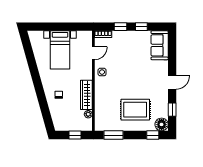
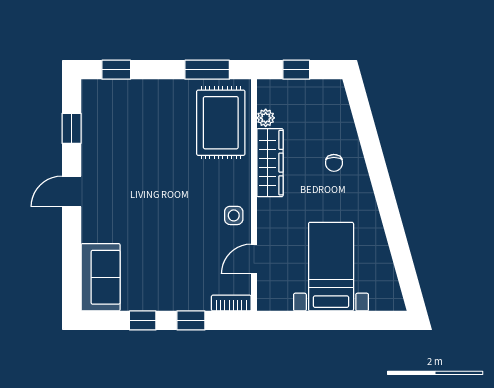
rug: (135, 110) -> (221, 123), moved, turned 90
floor lamp: (162, 124) -> (96, 94), removed

